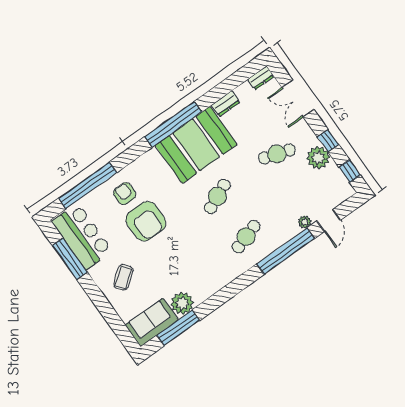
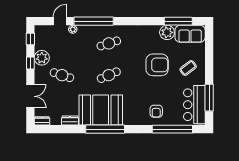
armchair: (146, 221) -> (157, 65), moved, turned 90

